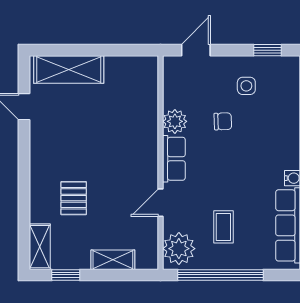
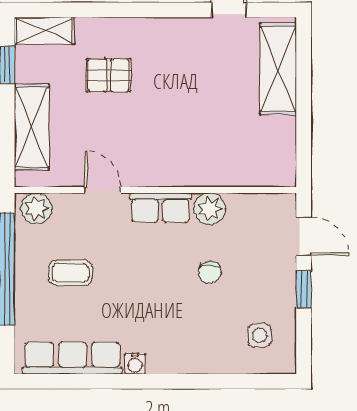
window: (267, 50) -> (304, 289), moved
side table: (246, 86) -> (260, 335), moved
plant: (179, 249) -> (36, 208), width x0.73, depth x0.73
shelving: (113, 260) -> (32, 127), width x1.50, depth x1.33

